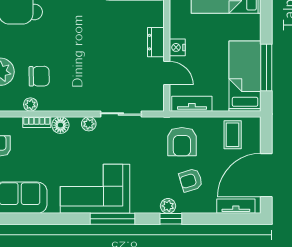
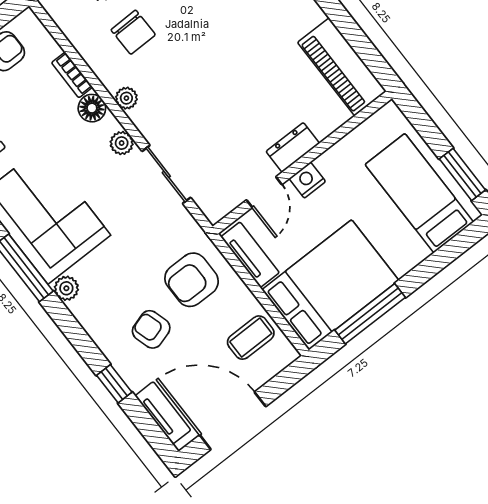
bed: (245, 76) -> (330, 285), width x1.50
plant: (30, 104) -> (126, 98), moved
plant: (168, 206) -> (66, 288), moved
window: (171, 219) -> (114, 384), moved

